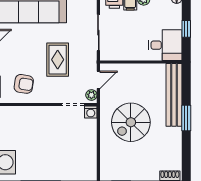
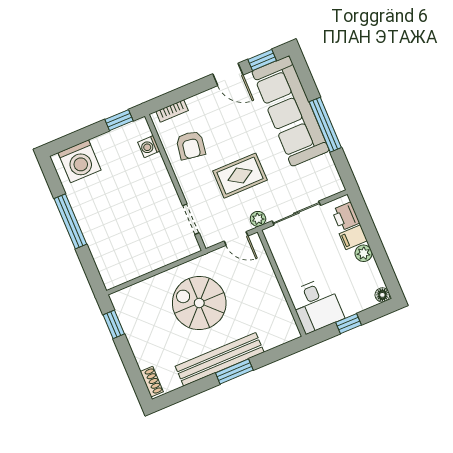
plant: (91, 95) -> (258, 219), moved
bench: (174, 95) -> (220, 359), moved
washing machine: (91, 112) -> (149, 147), moved

